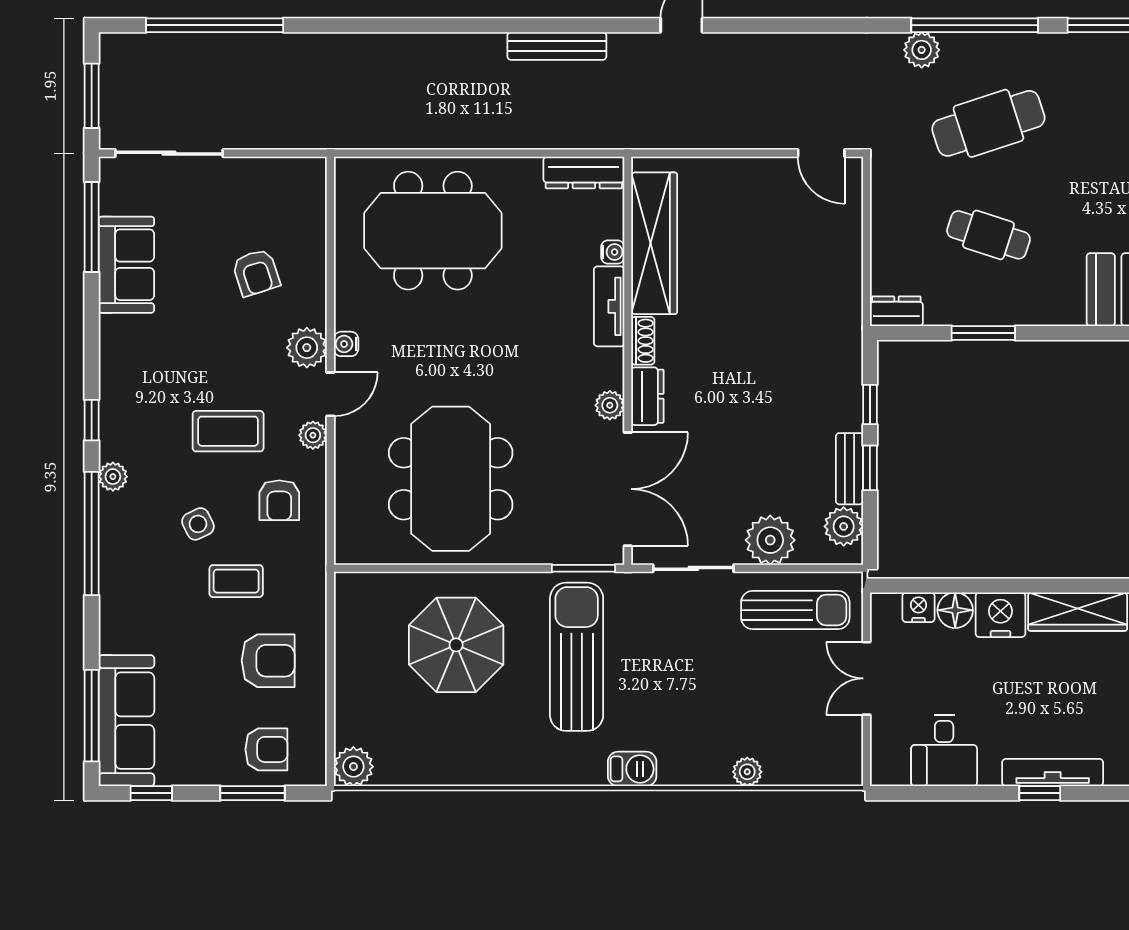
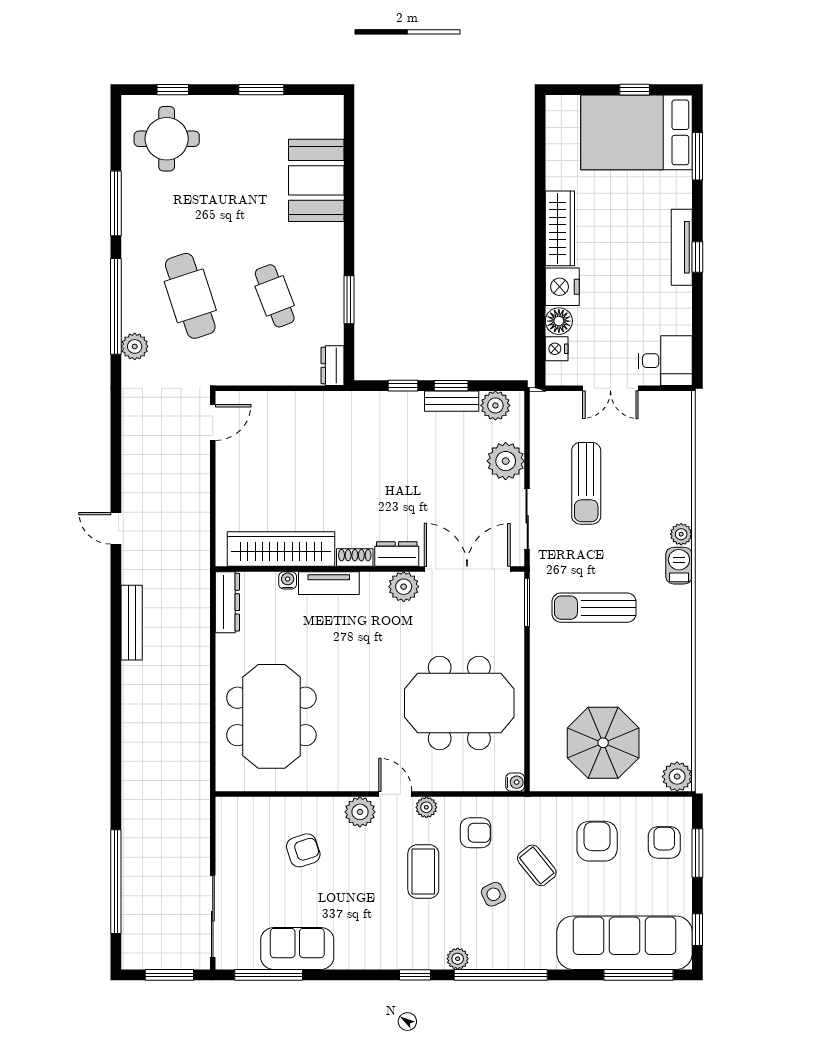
cafe table: (988, 235) -> (275, 296), turned -39
water cooler: (346, 344) -> (515, 782), moved, turned -90
plant: (610, 405) -> (404, 587), width x1.38, depth x1.38
coffee table: (236, 581) -> (537, 865), turned -39
sun lounger: (795, 610) -> (586, 483), moved, turned 180
parasol: (456, 645) -> (603, 743), moved
sun lounger: (577, 657) -> (594, 608), width x0.73, depth x0.75
sofa: (126, 721) -> (625, 943), width x1.36, depth x1.27
desk: (944, 751) -> (665, 361), moved
plant: (747, 772) -> (681, 534), moved

